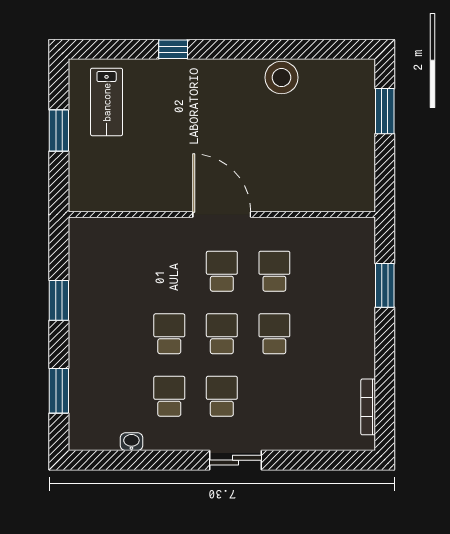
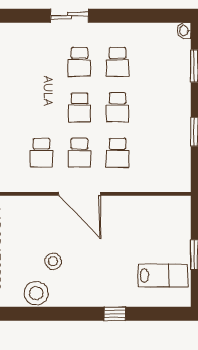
lab bench: (107, 102) -> (163, 276), turned 90
stool: (258, 122) -> (53, 261), added
school desk: (274, 334) -> (118, 153), moved
washbasin: (131, 442) -> (184, 31), moved, turned 90

